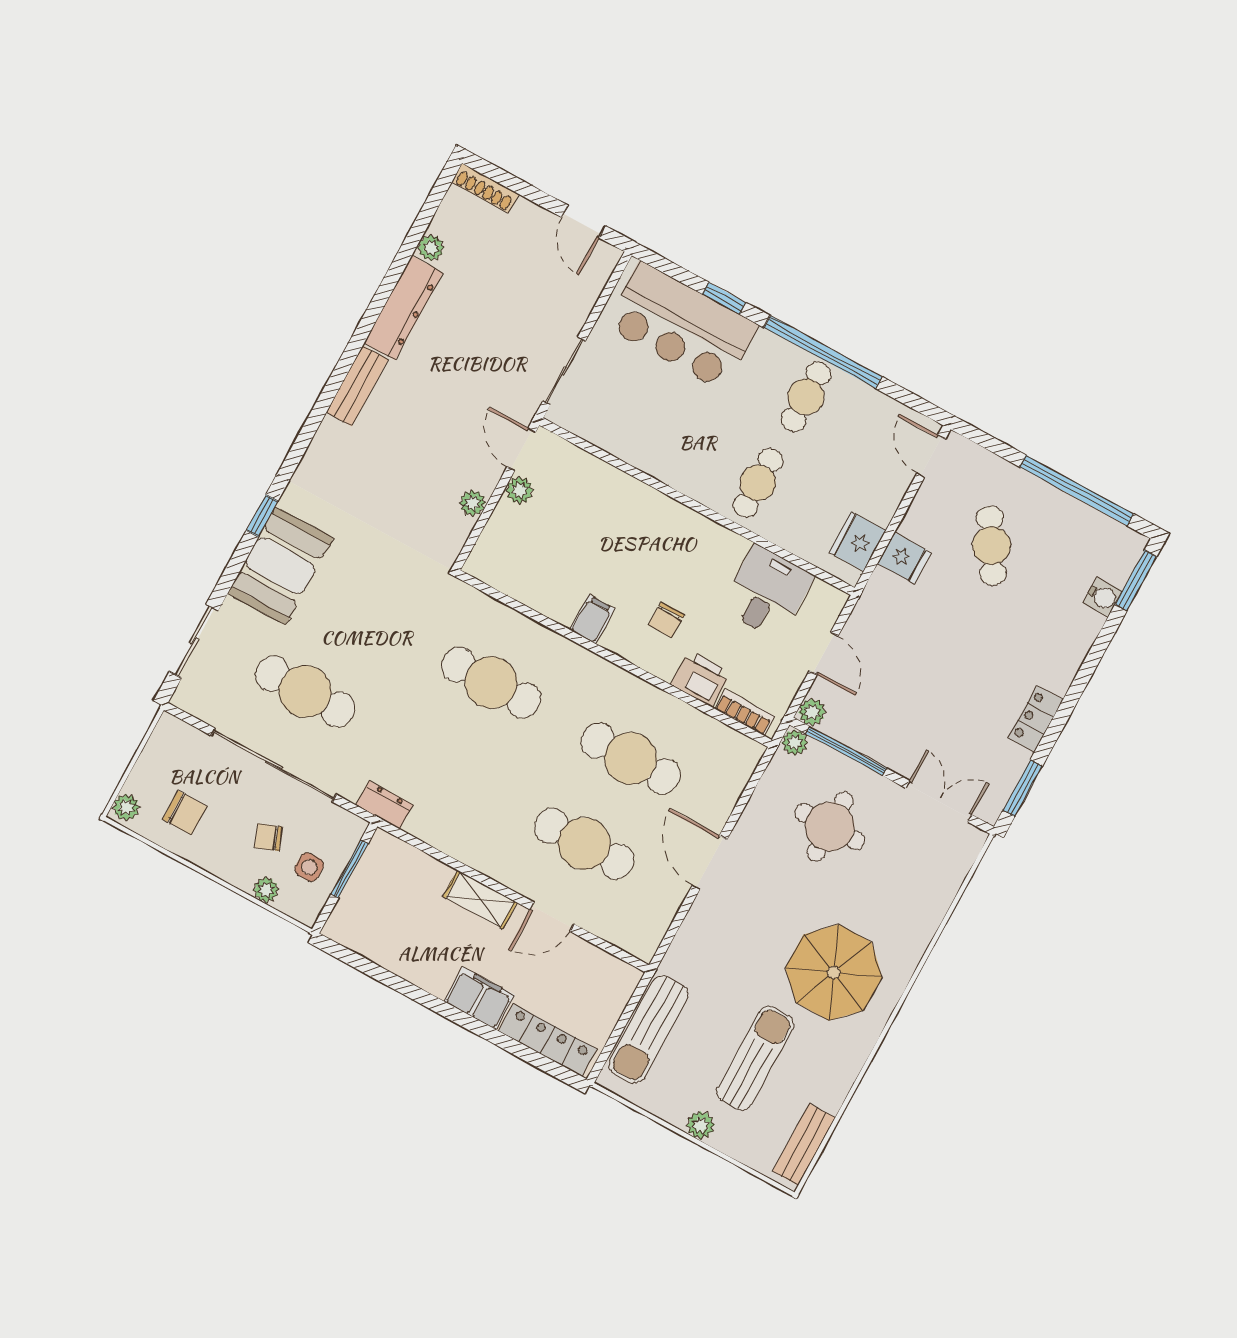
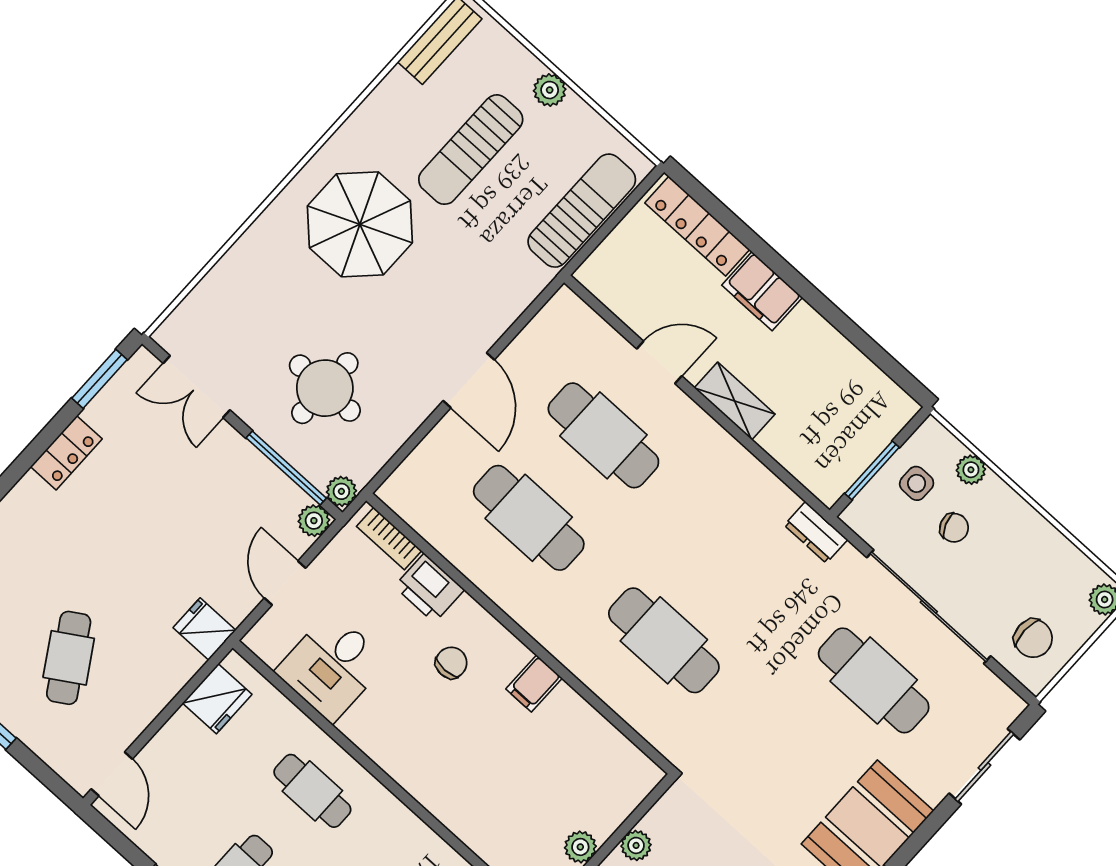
cafe table: (758, 483) -> (312, 791), turned 90
fridge: (904, 558) -> (204, 629), moved
chair: (185, 813) -> (1033, 638), moved, turned 180

